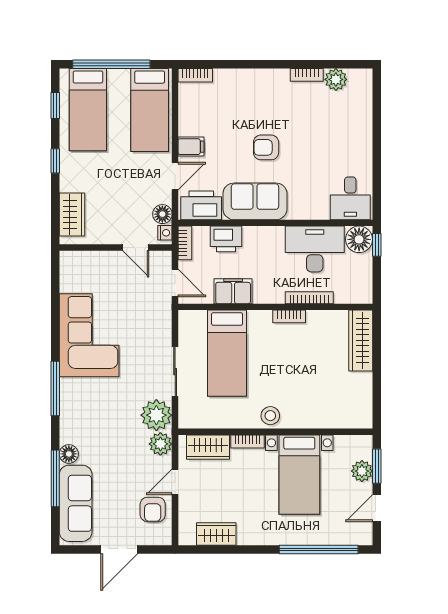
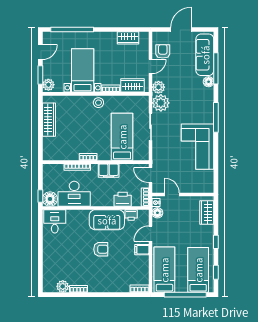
printer: (201, 205) -> (131, 215), width x0.53, depth x0.68
filing cabinet: (233, 291) -> (109, 171), moved
wardrobe: (361, 340) -> (49, 120), moved
plant: (362, 471) -> (48, 85), moved

